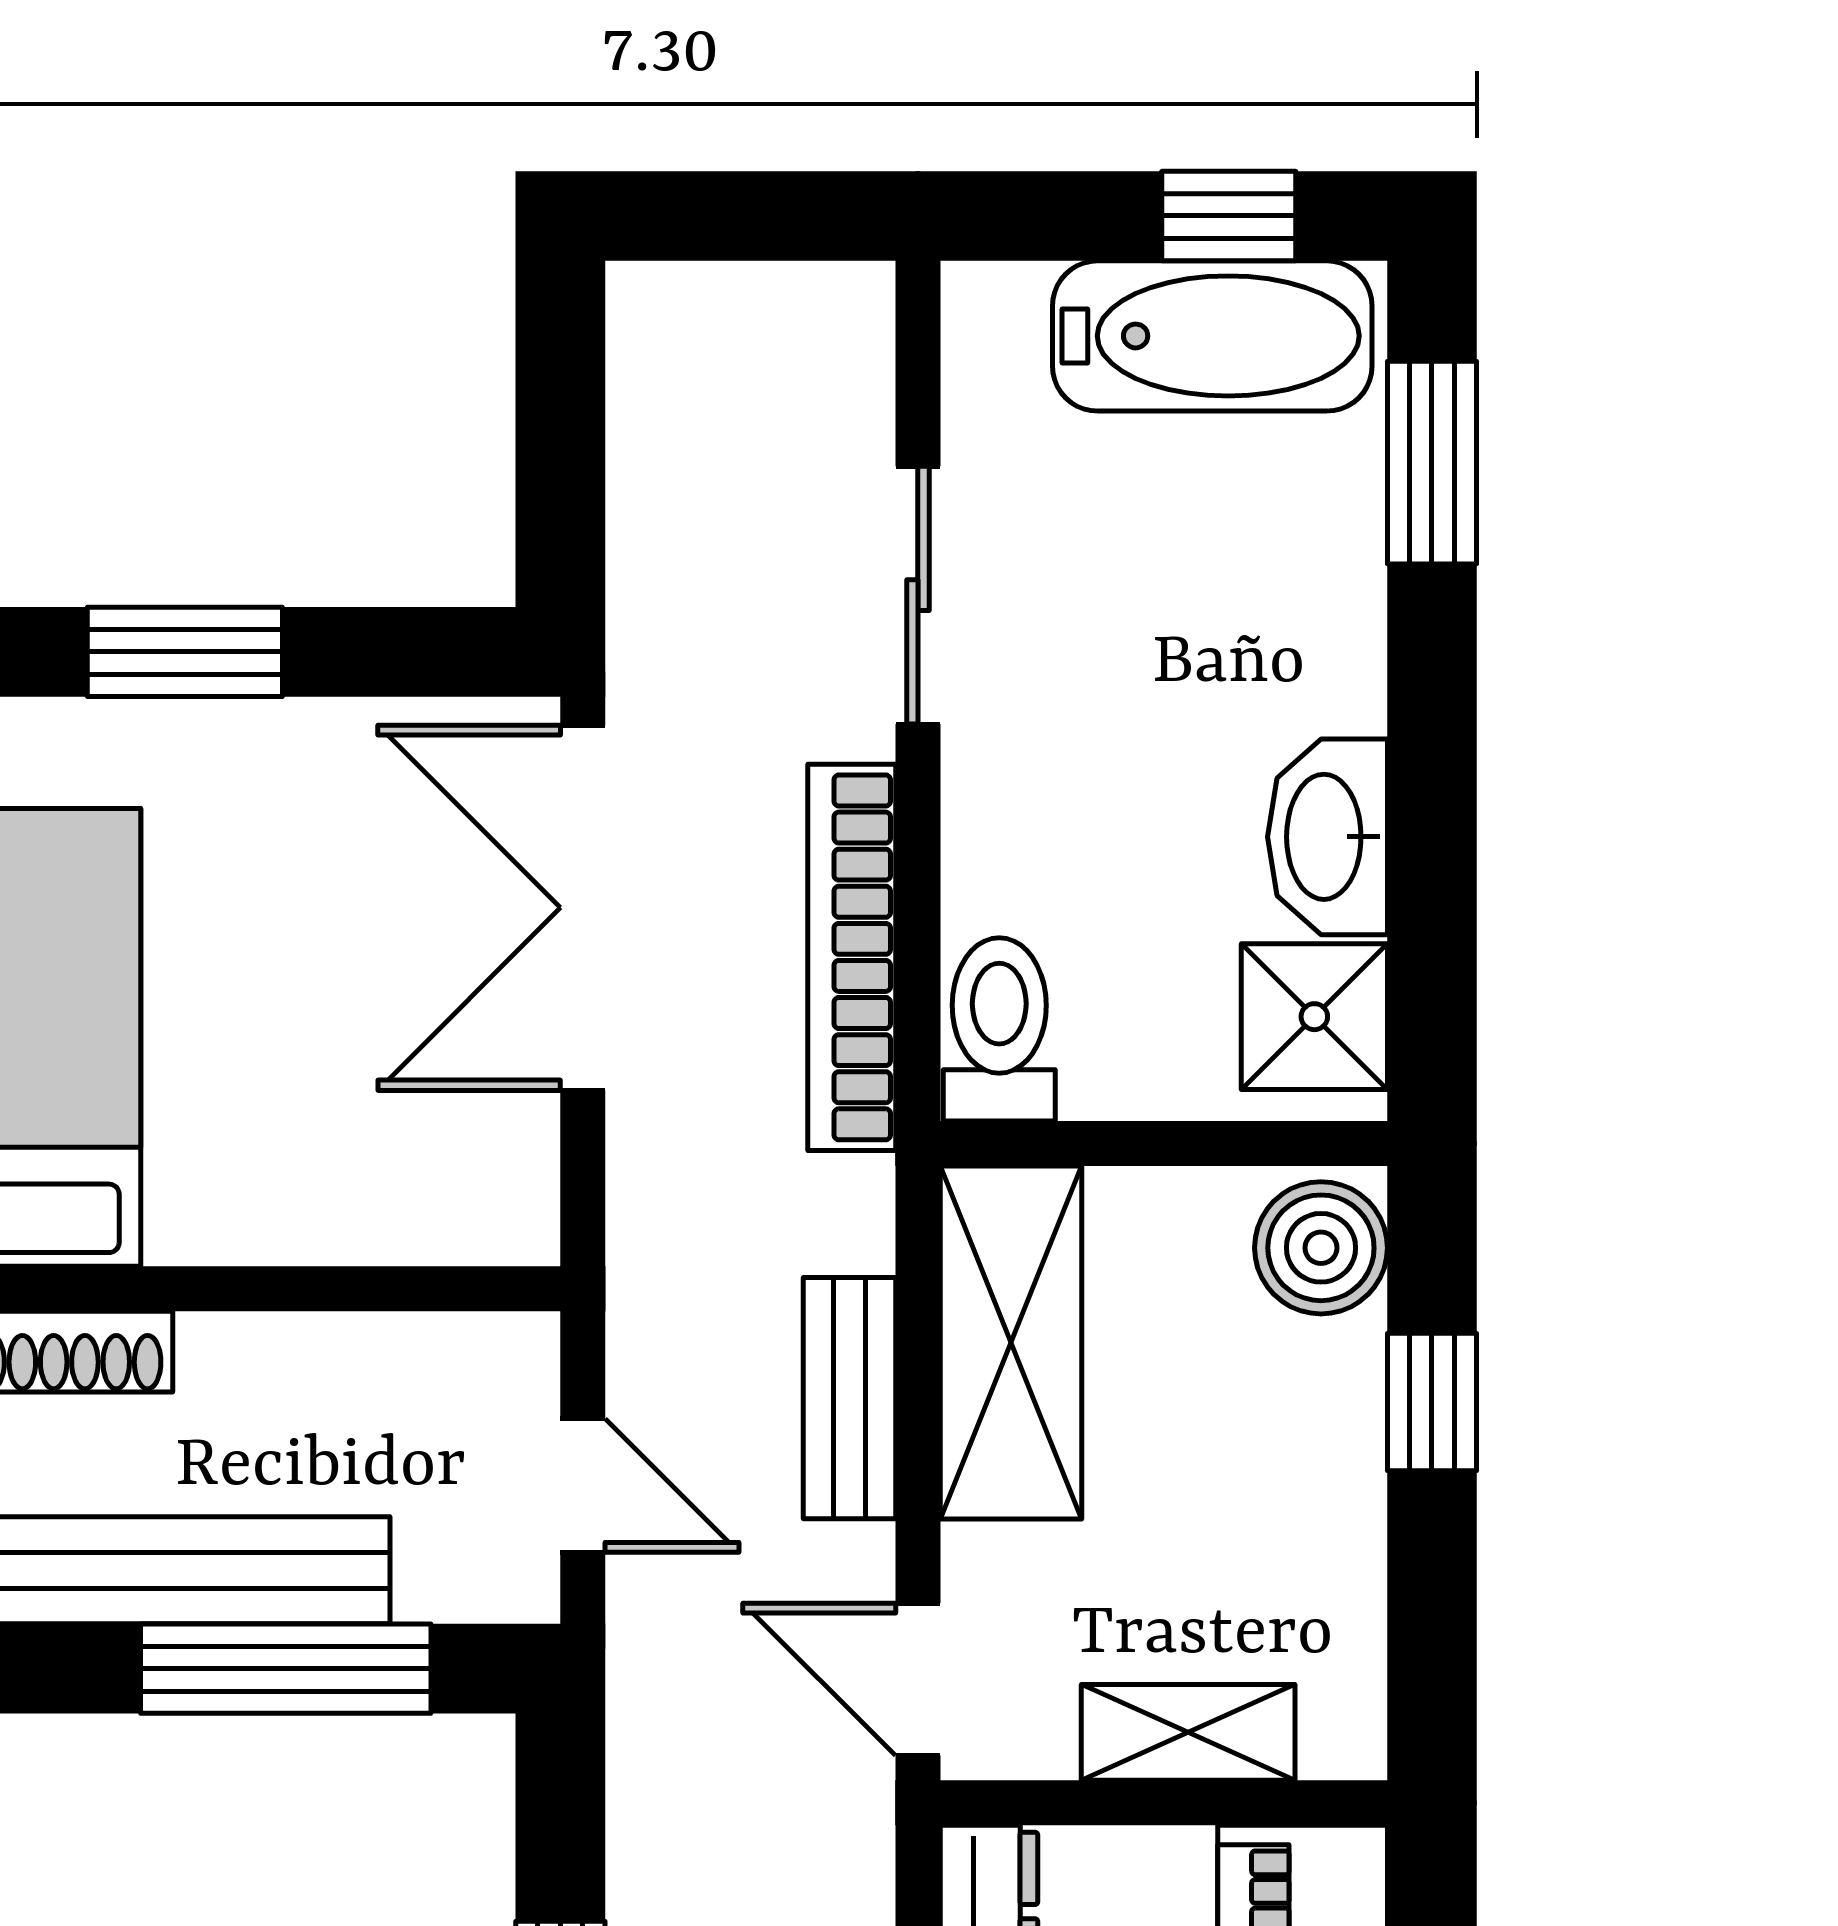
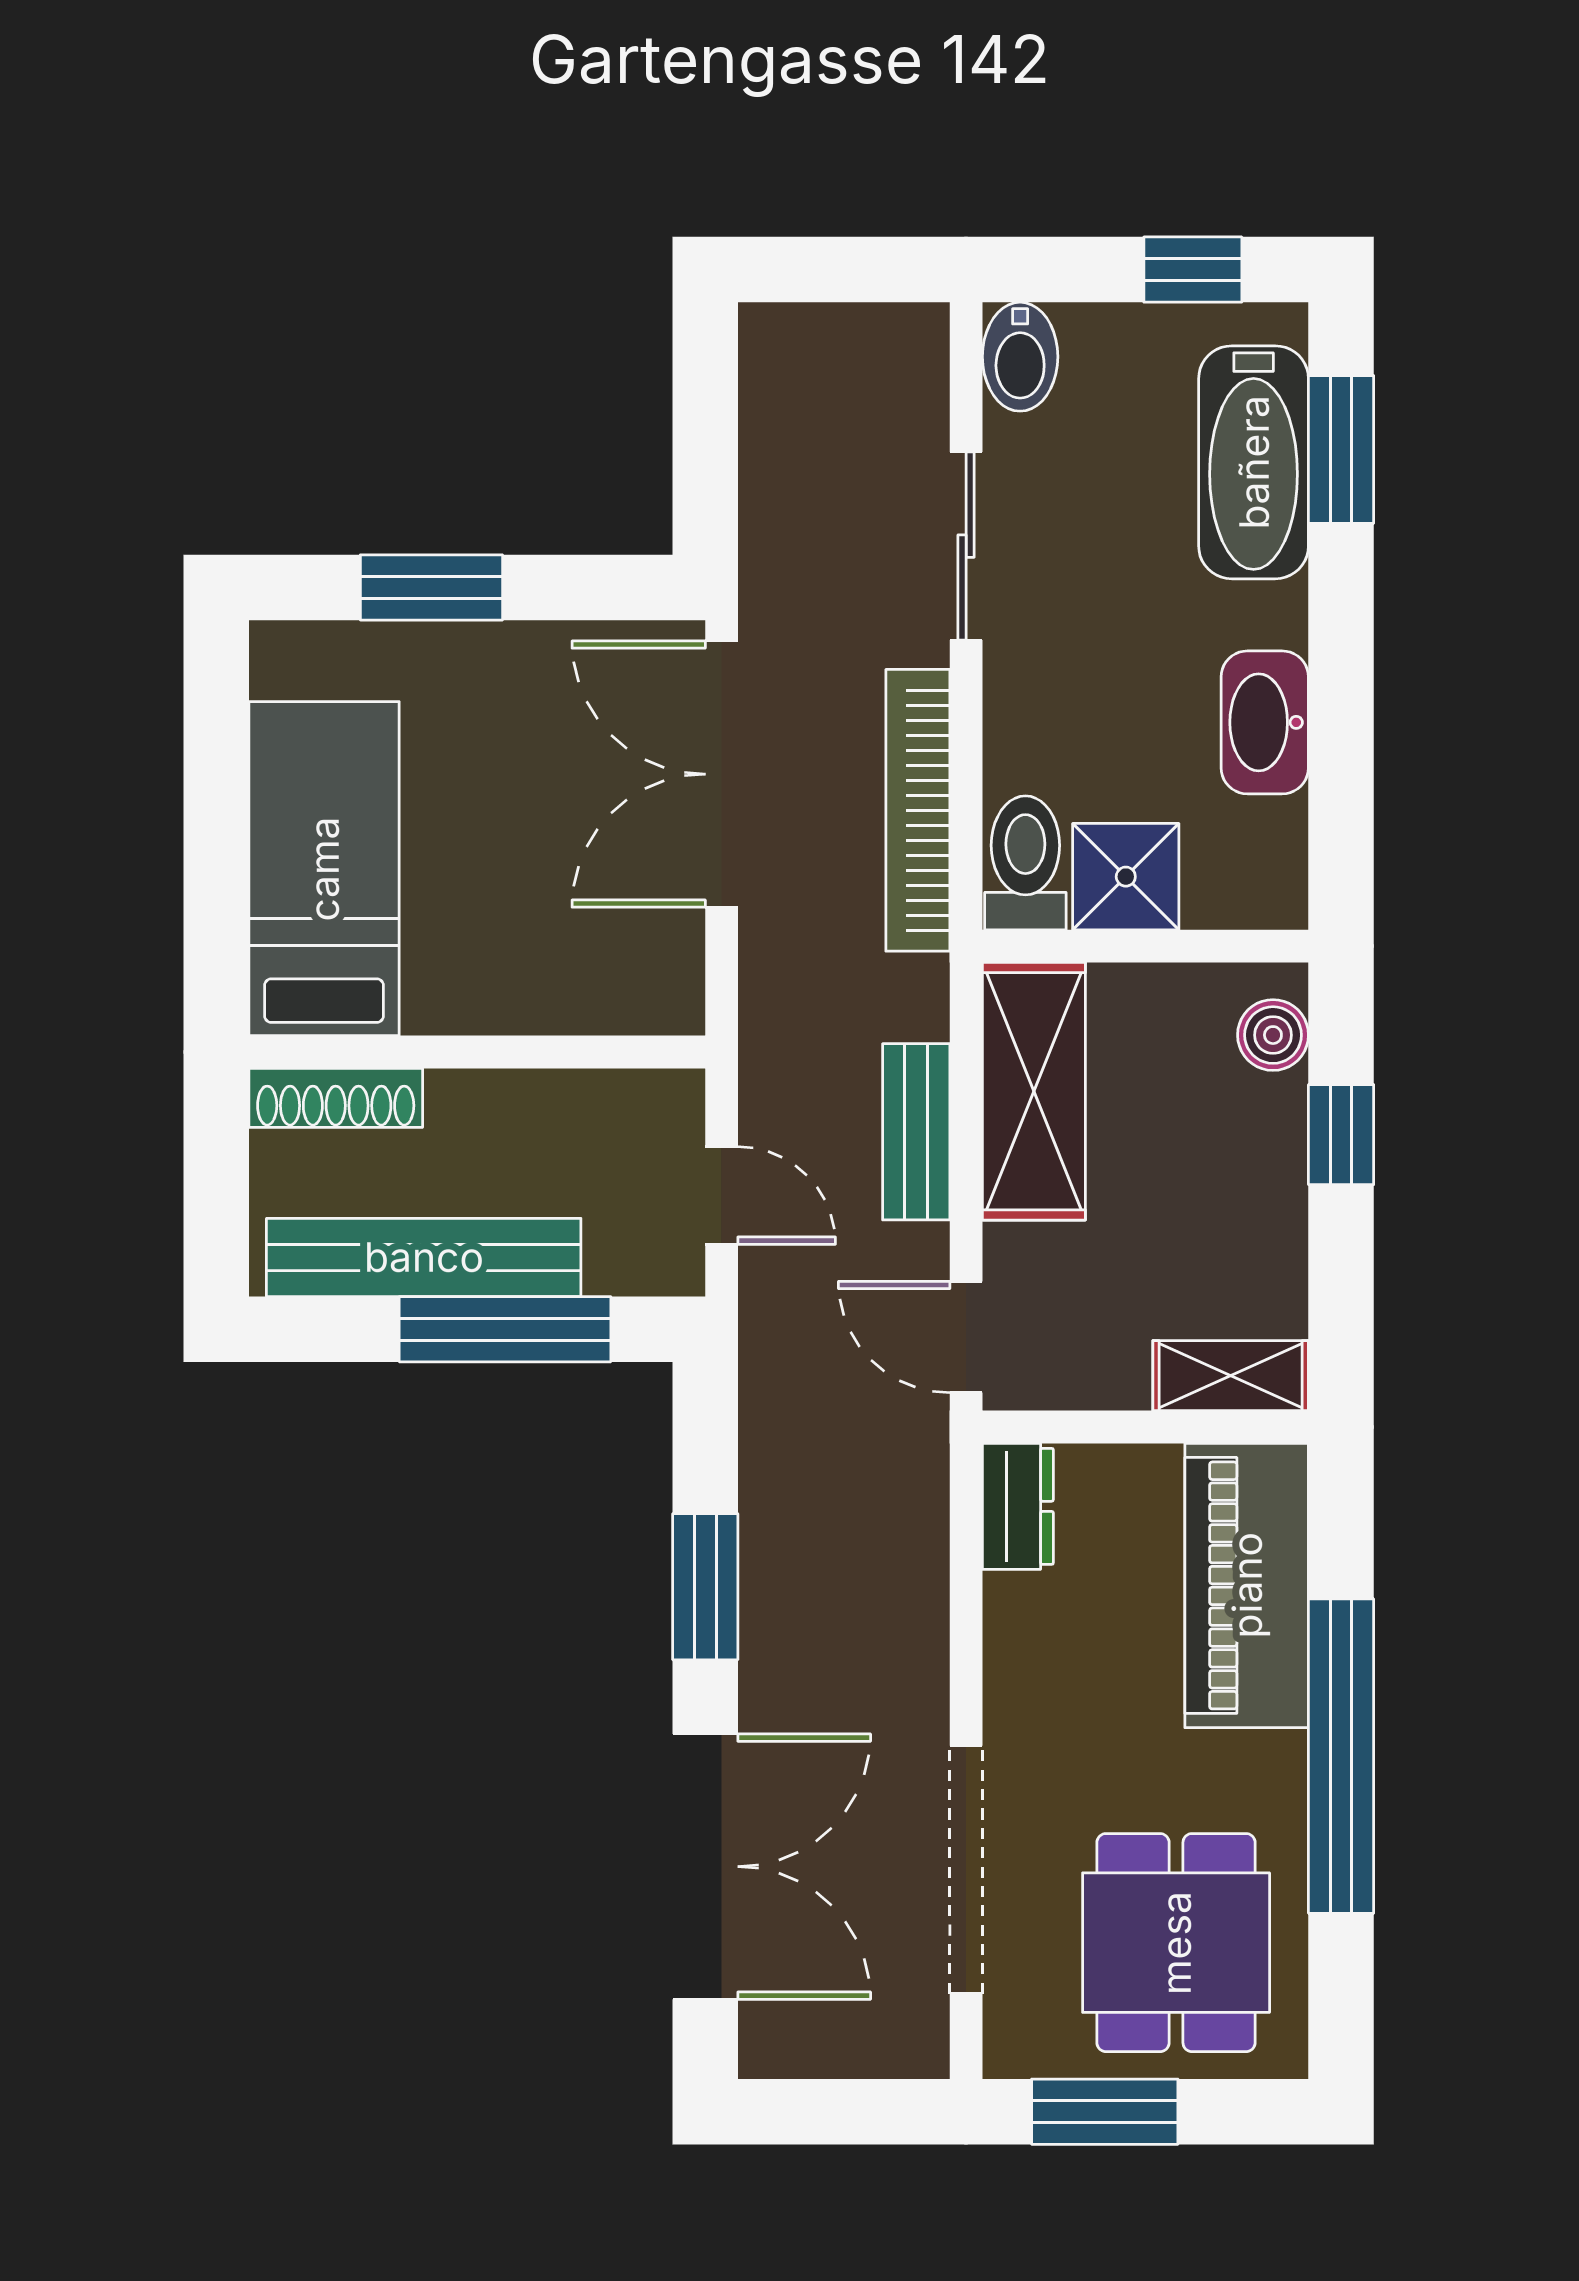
bidet: (992, 335) -> (1020, 357), added
bathtub: (1212, 336) -> (1254, 462), moved, turned 90
shower: (1314, 1017) -> (1126, 877), moved
boiler: (1321, 1248) -> (1273, 1035), width x0.73, depth x0.73
shelving: (1188, 1732) -> (1231, 1376), moved

